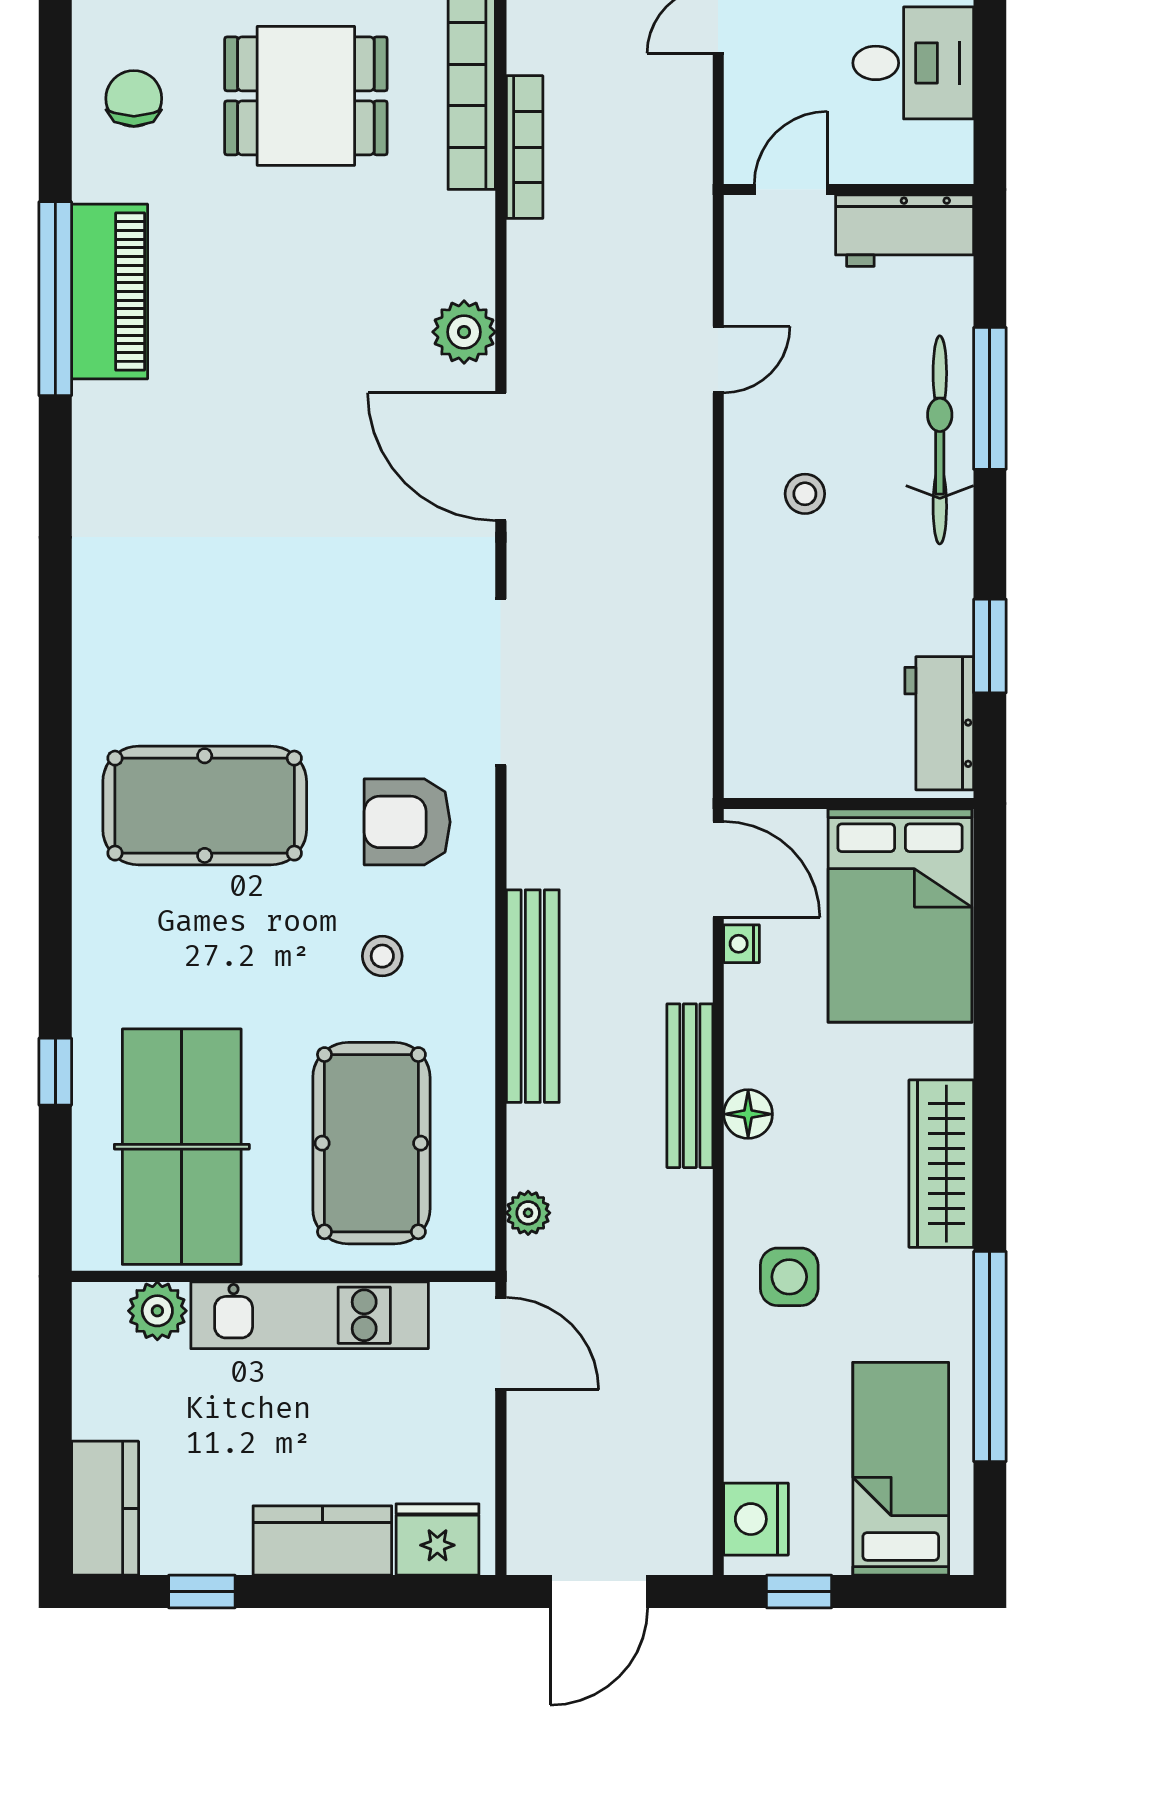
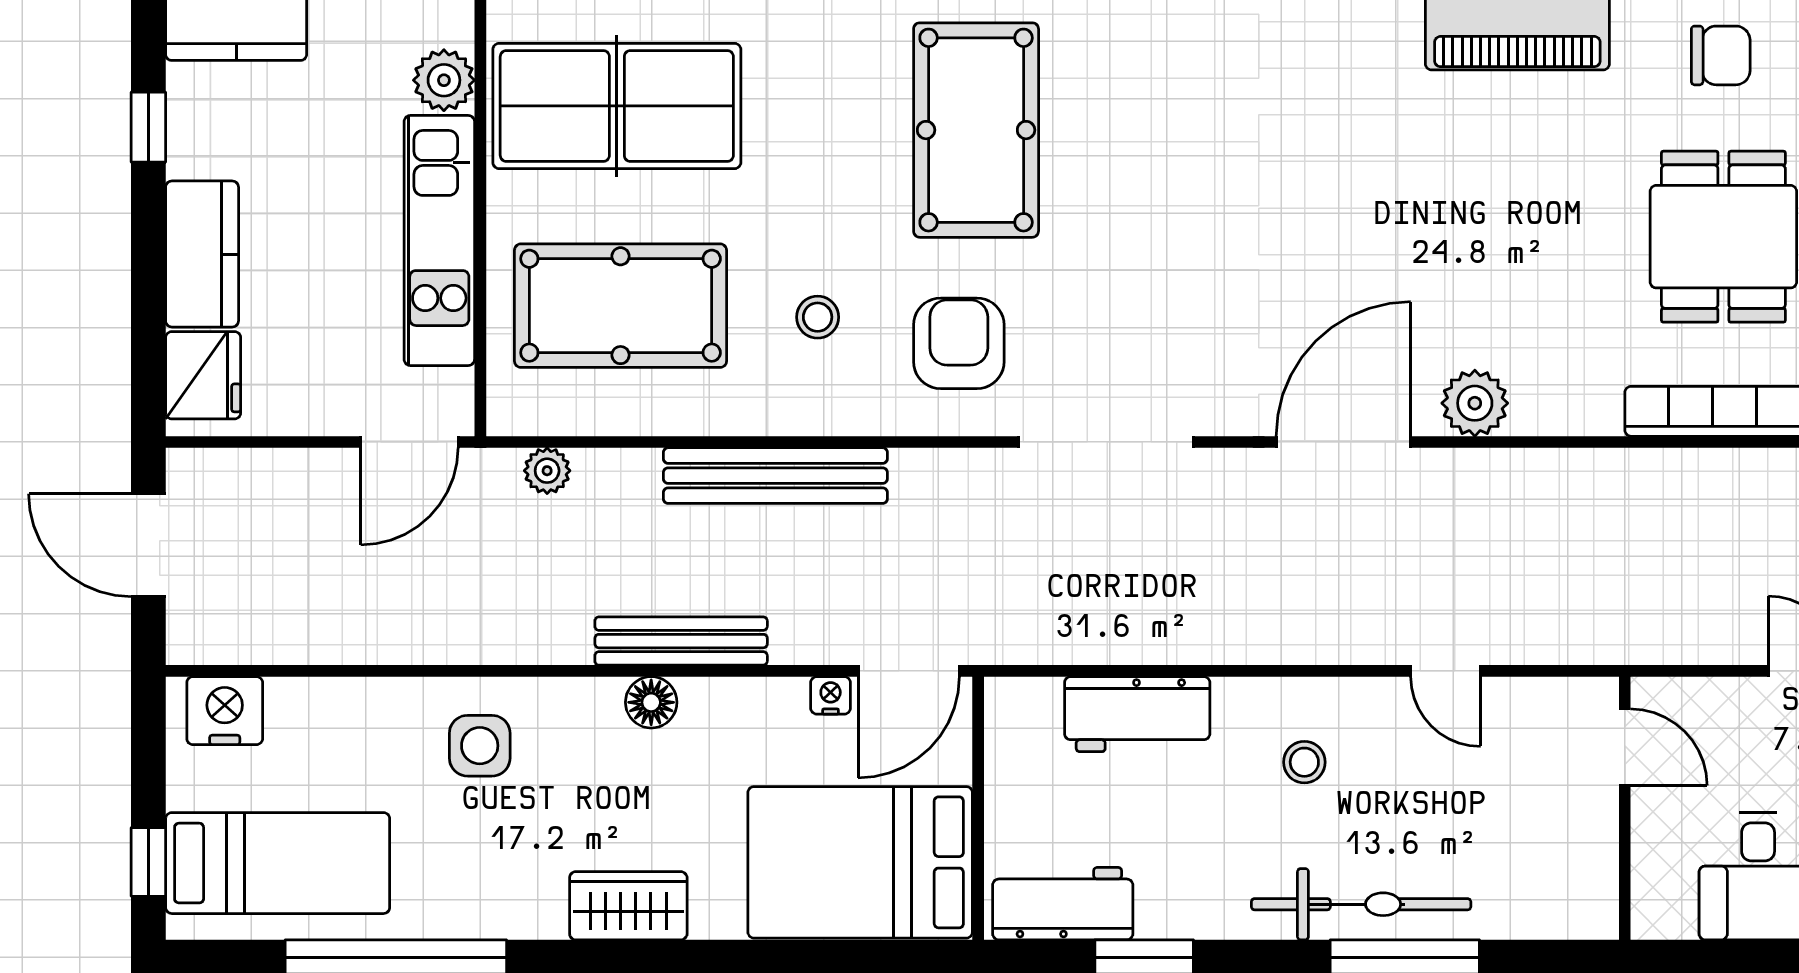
bookcase: (525, 147) -> (1670, 467), removed
workbench: (905, 231) -> (1137, 714), moved, turned -90
wardrobe: (941, 1164) -> (628, 906), width x0.67
window: (799, 1591) -> (148, 862), moved

